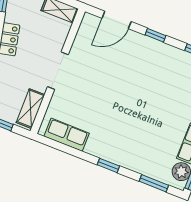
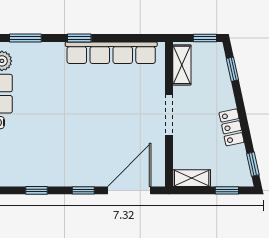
door: (117, 20) -> (129, 190), width x1.36
row of seats: (67, 135) -> (111, 53), width x2.02

